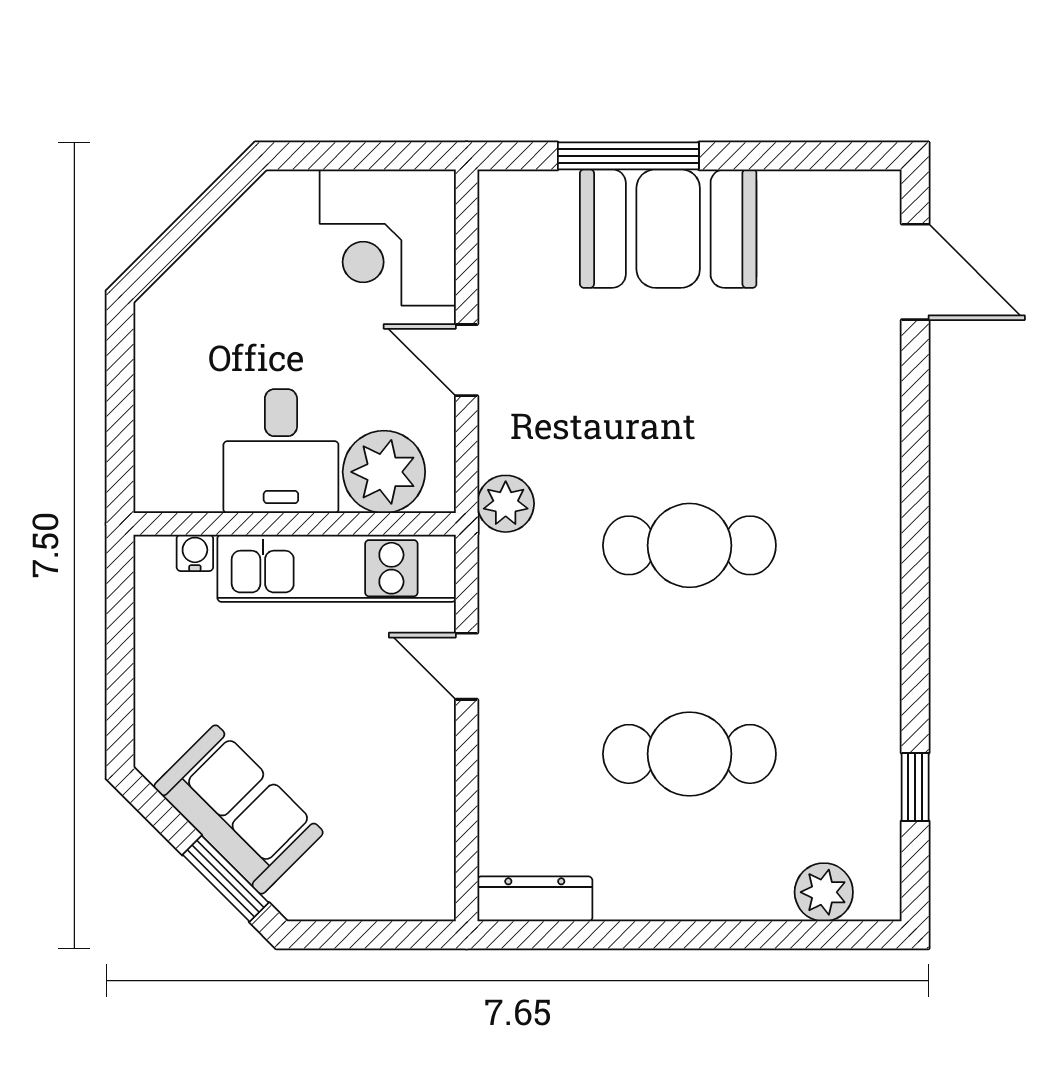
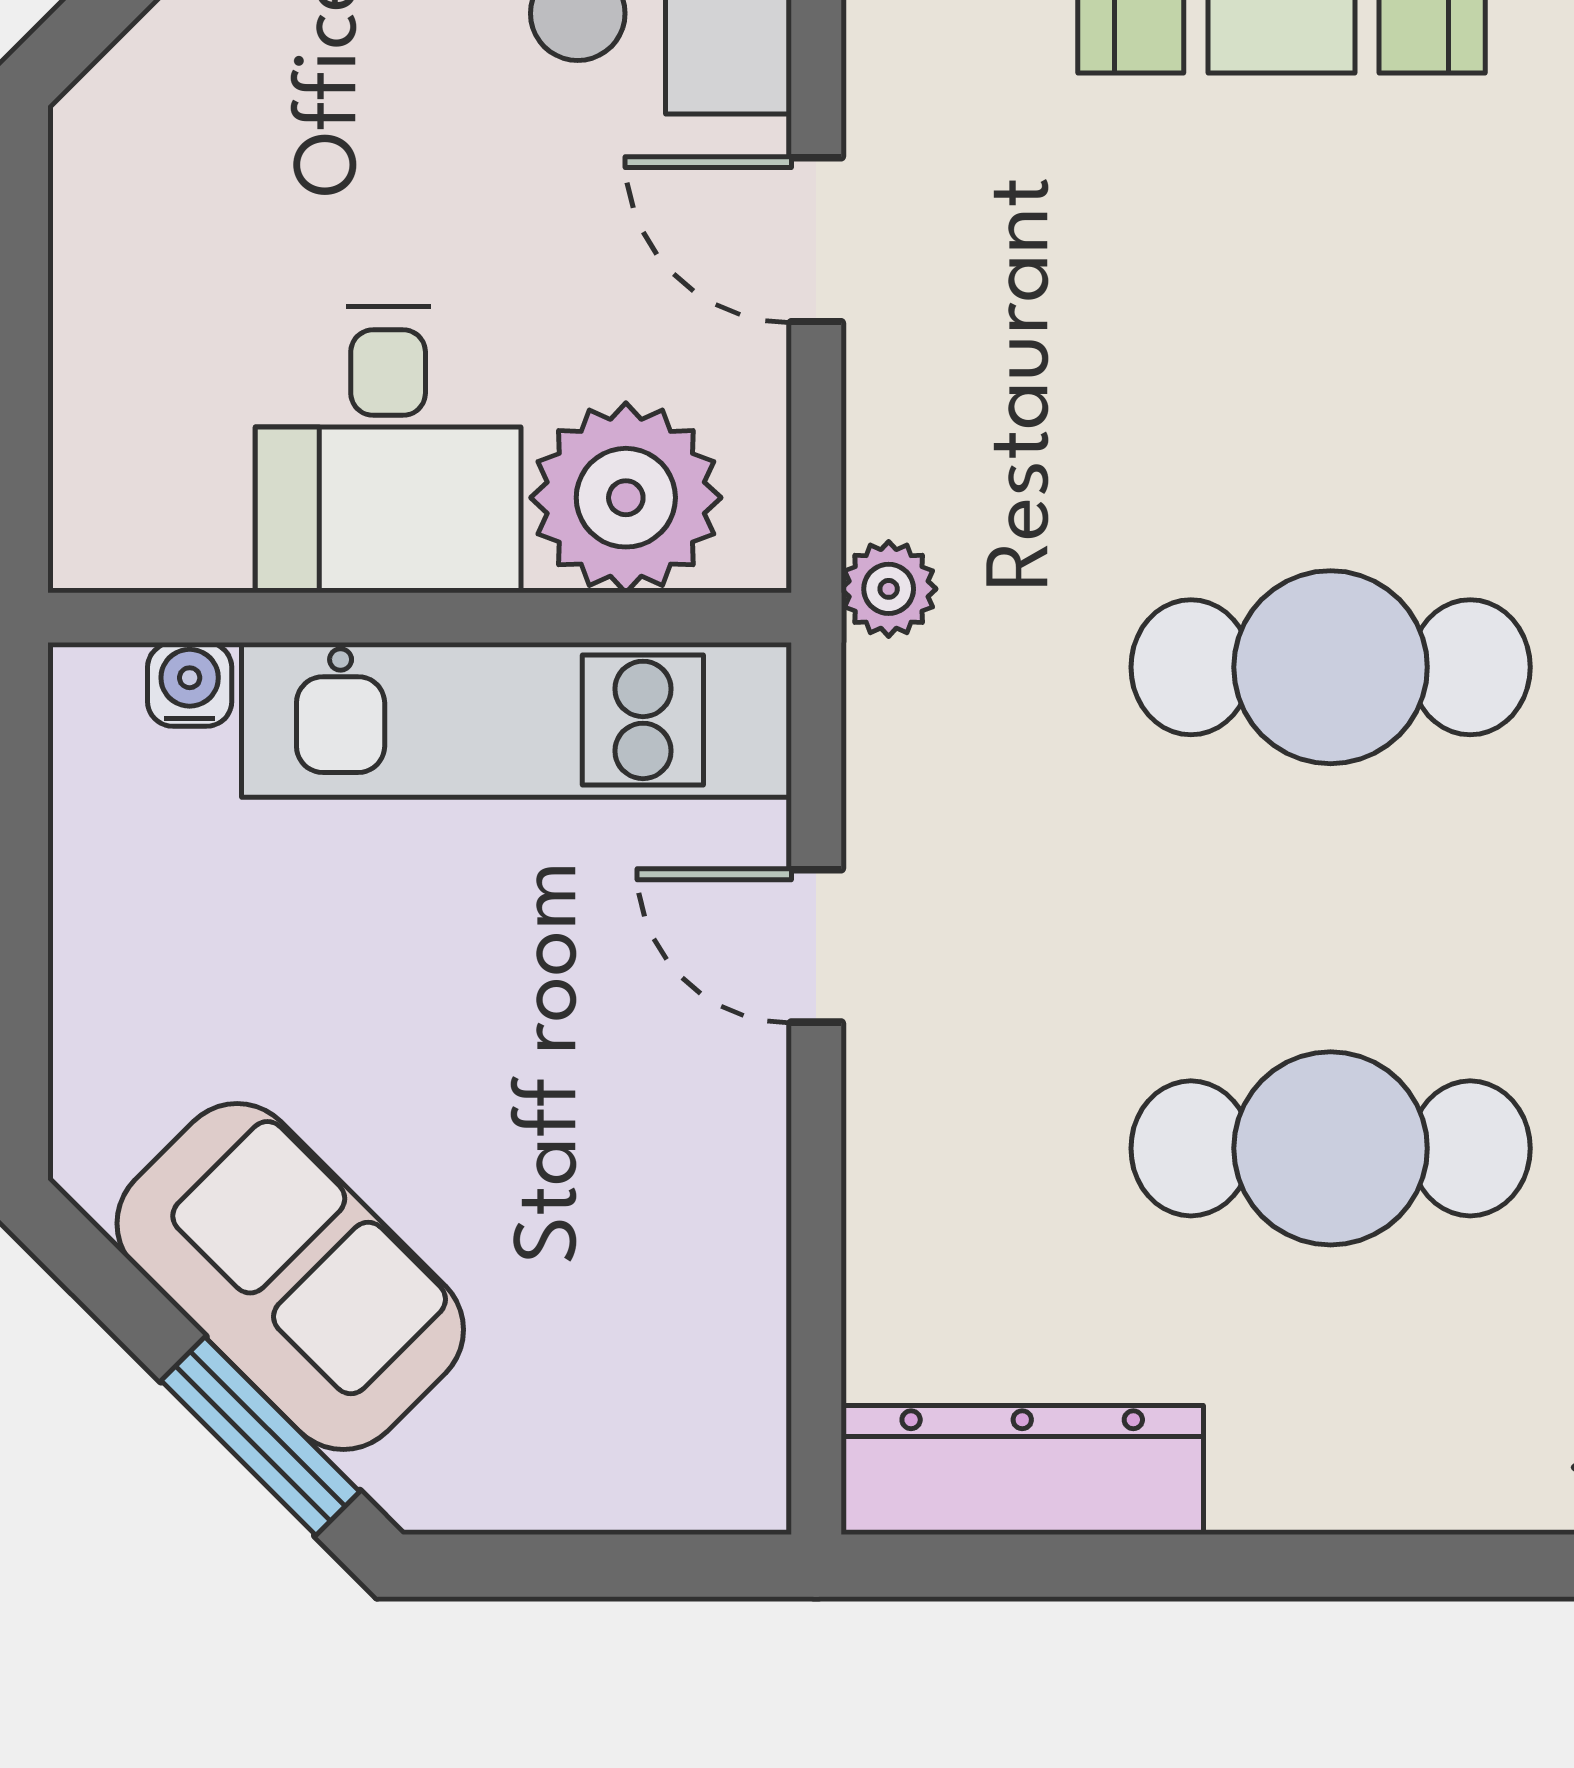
plant: (506, 504) -> (889, 589), width x0.73, depth x0.73
dresser: (535, 899) -> (1022, 1470), width x1.37, depth x1.24

